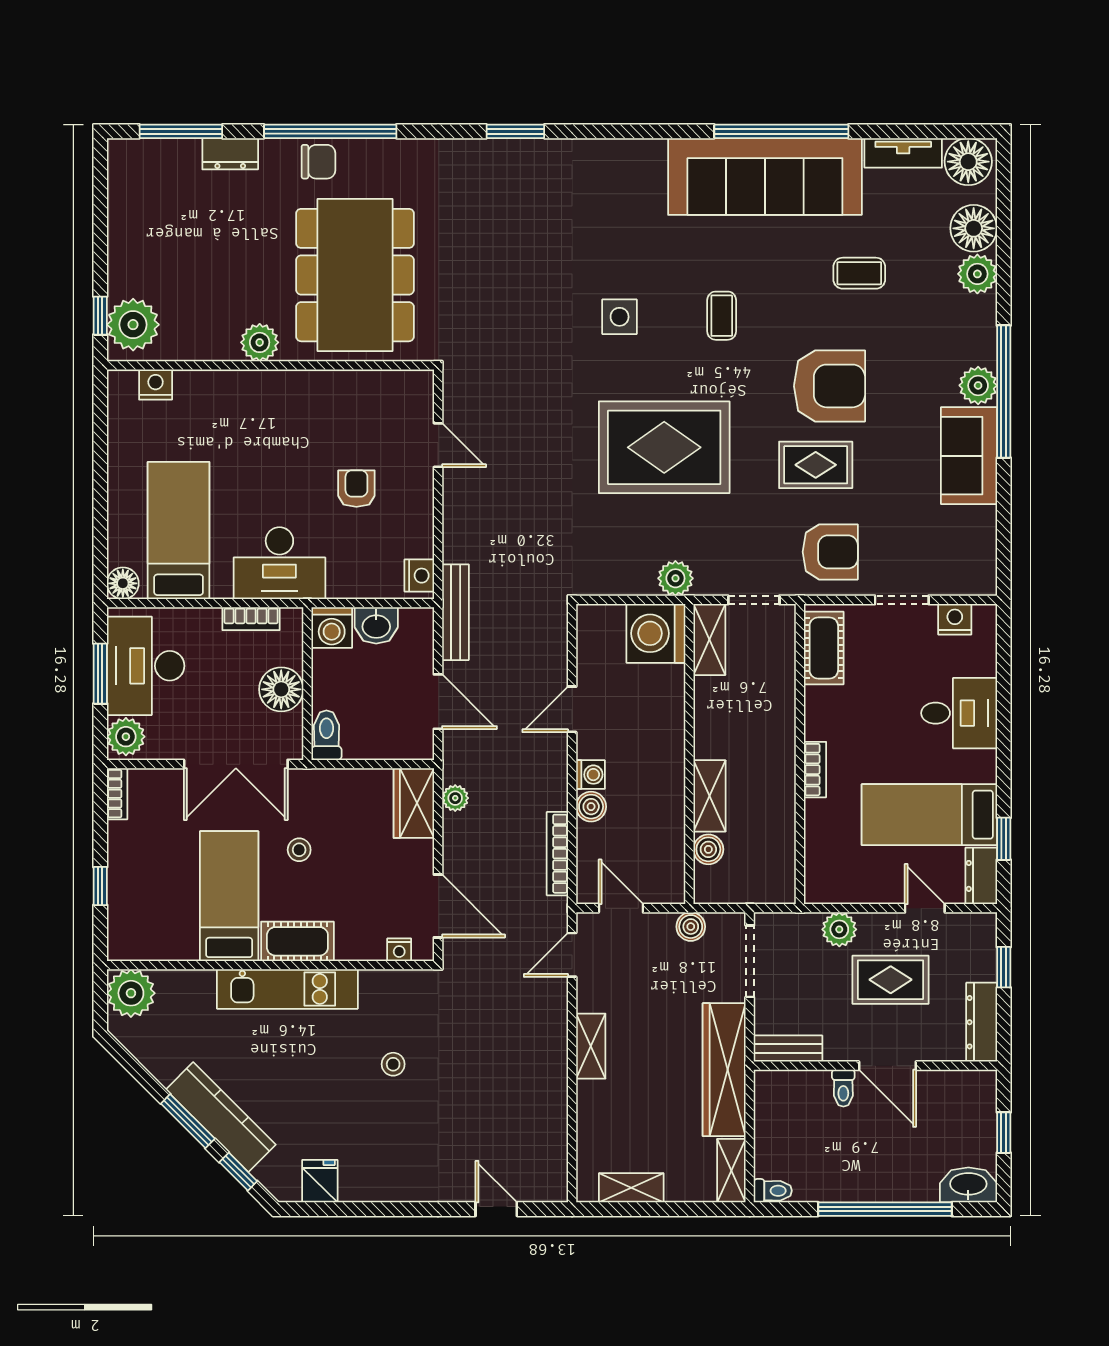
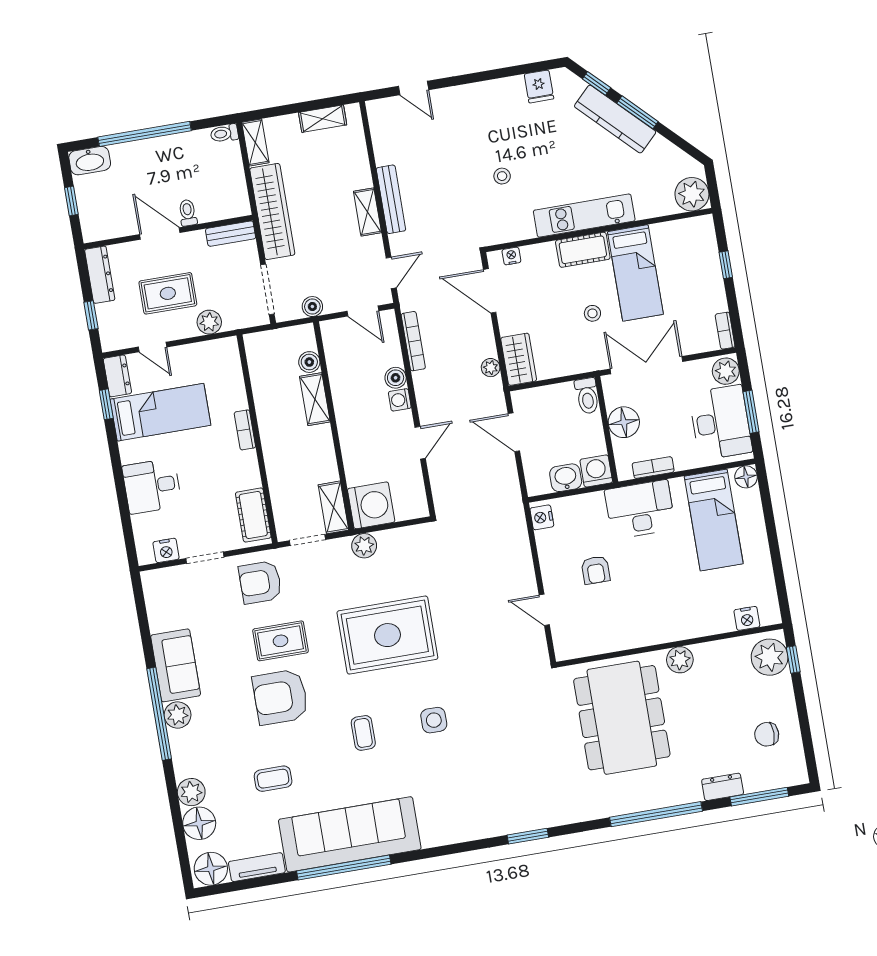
chair: (318, 162) -> (767, 734), moved
bench: (455, 612) -> (391, 199), moved

